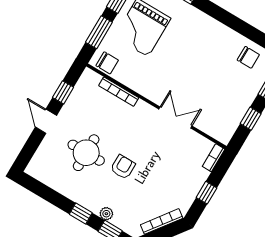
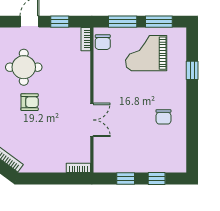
chair: (248, 57) -> (163, 117), moved
bookcase: (119, 92) -> (86, 39), moved, width x0.64
window: (206, 193) -> (48, 179), removed

